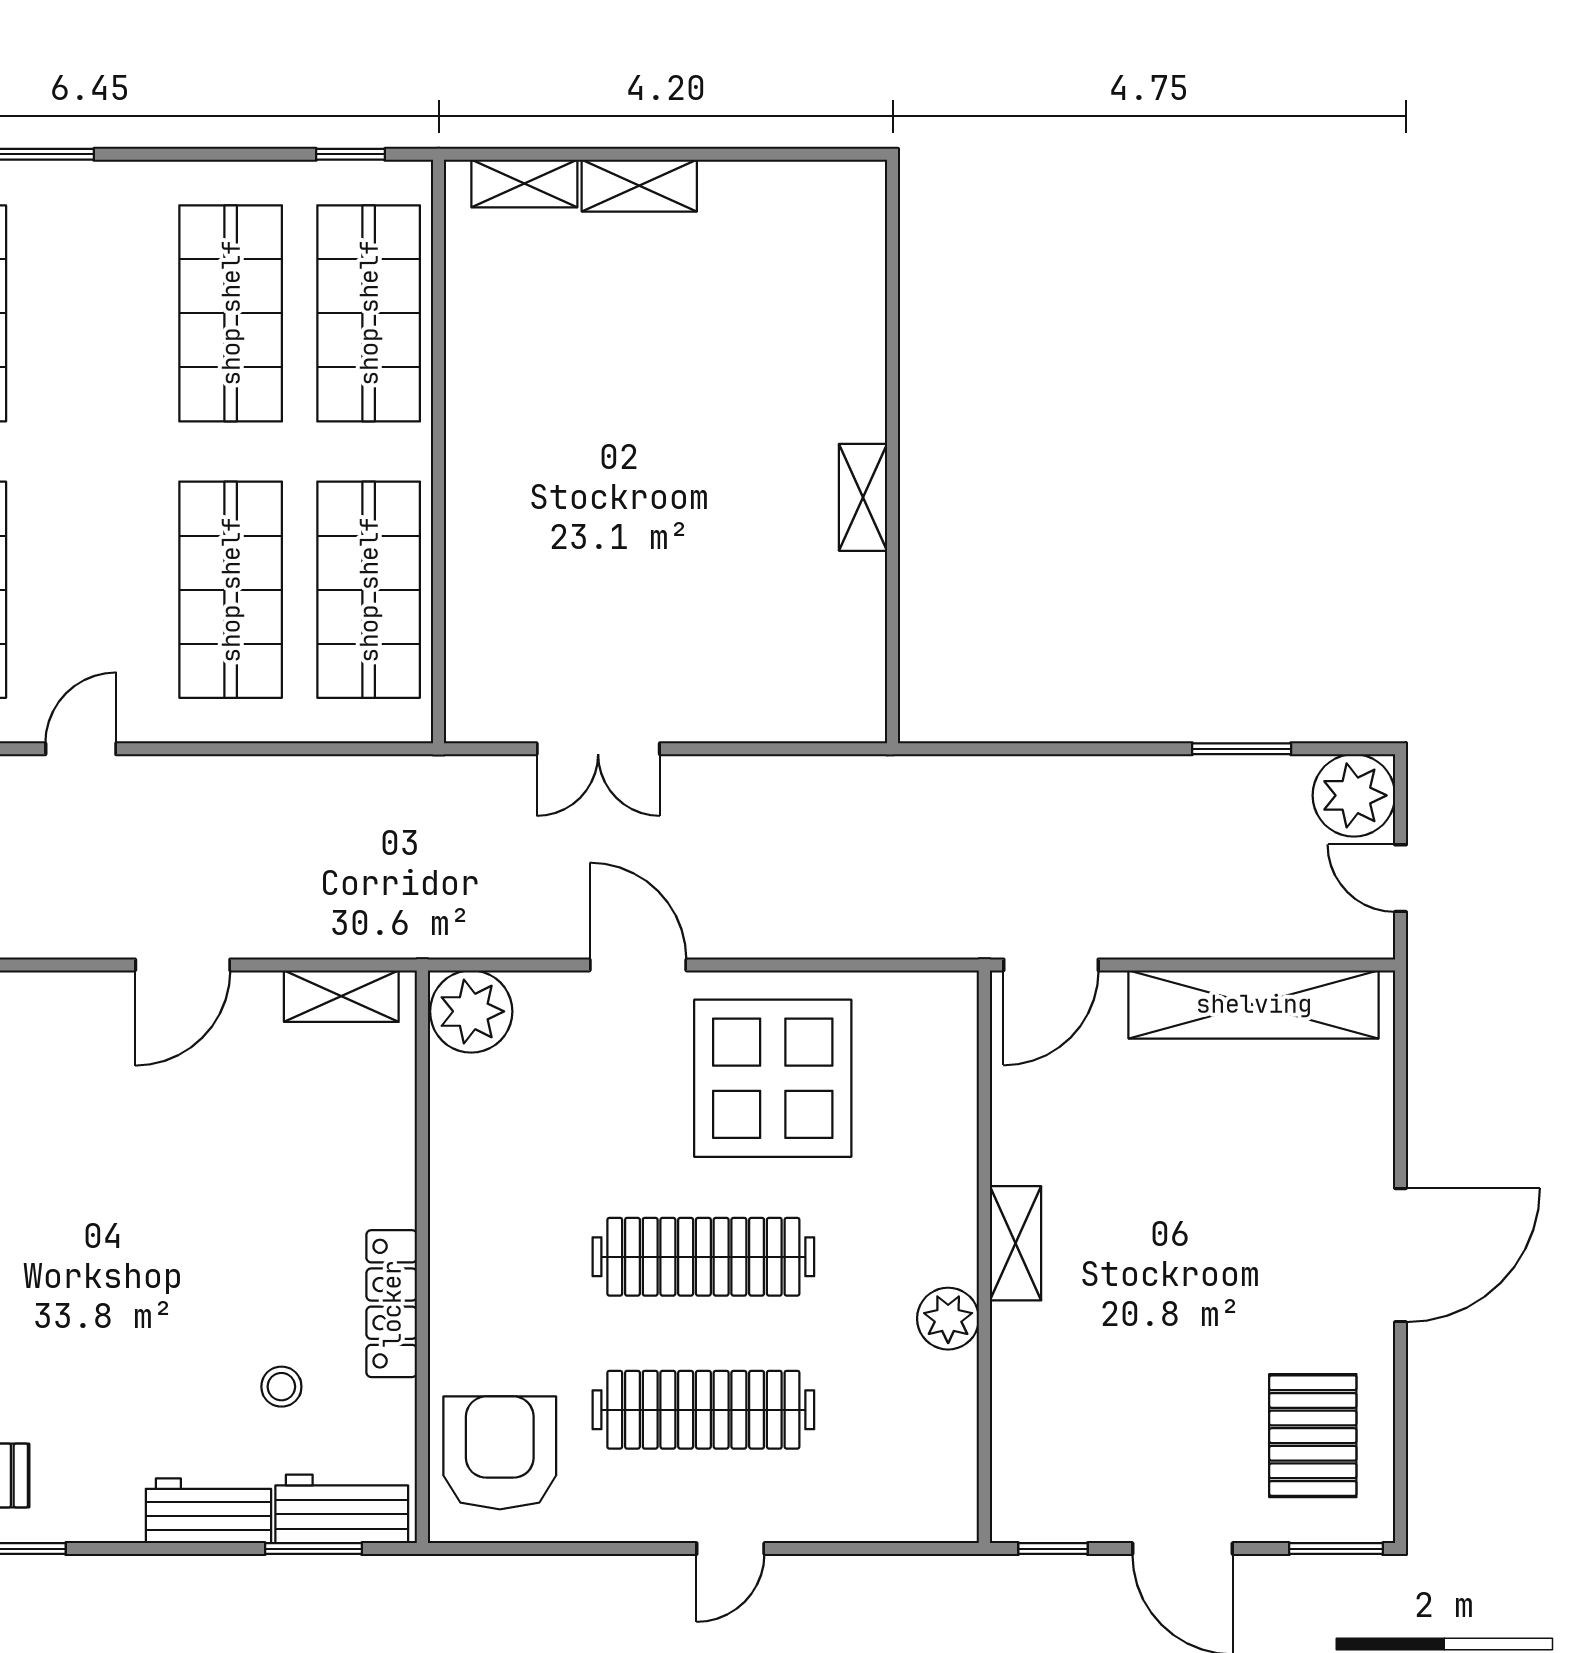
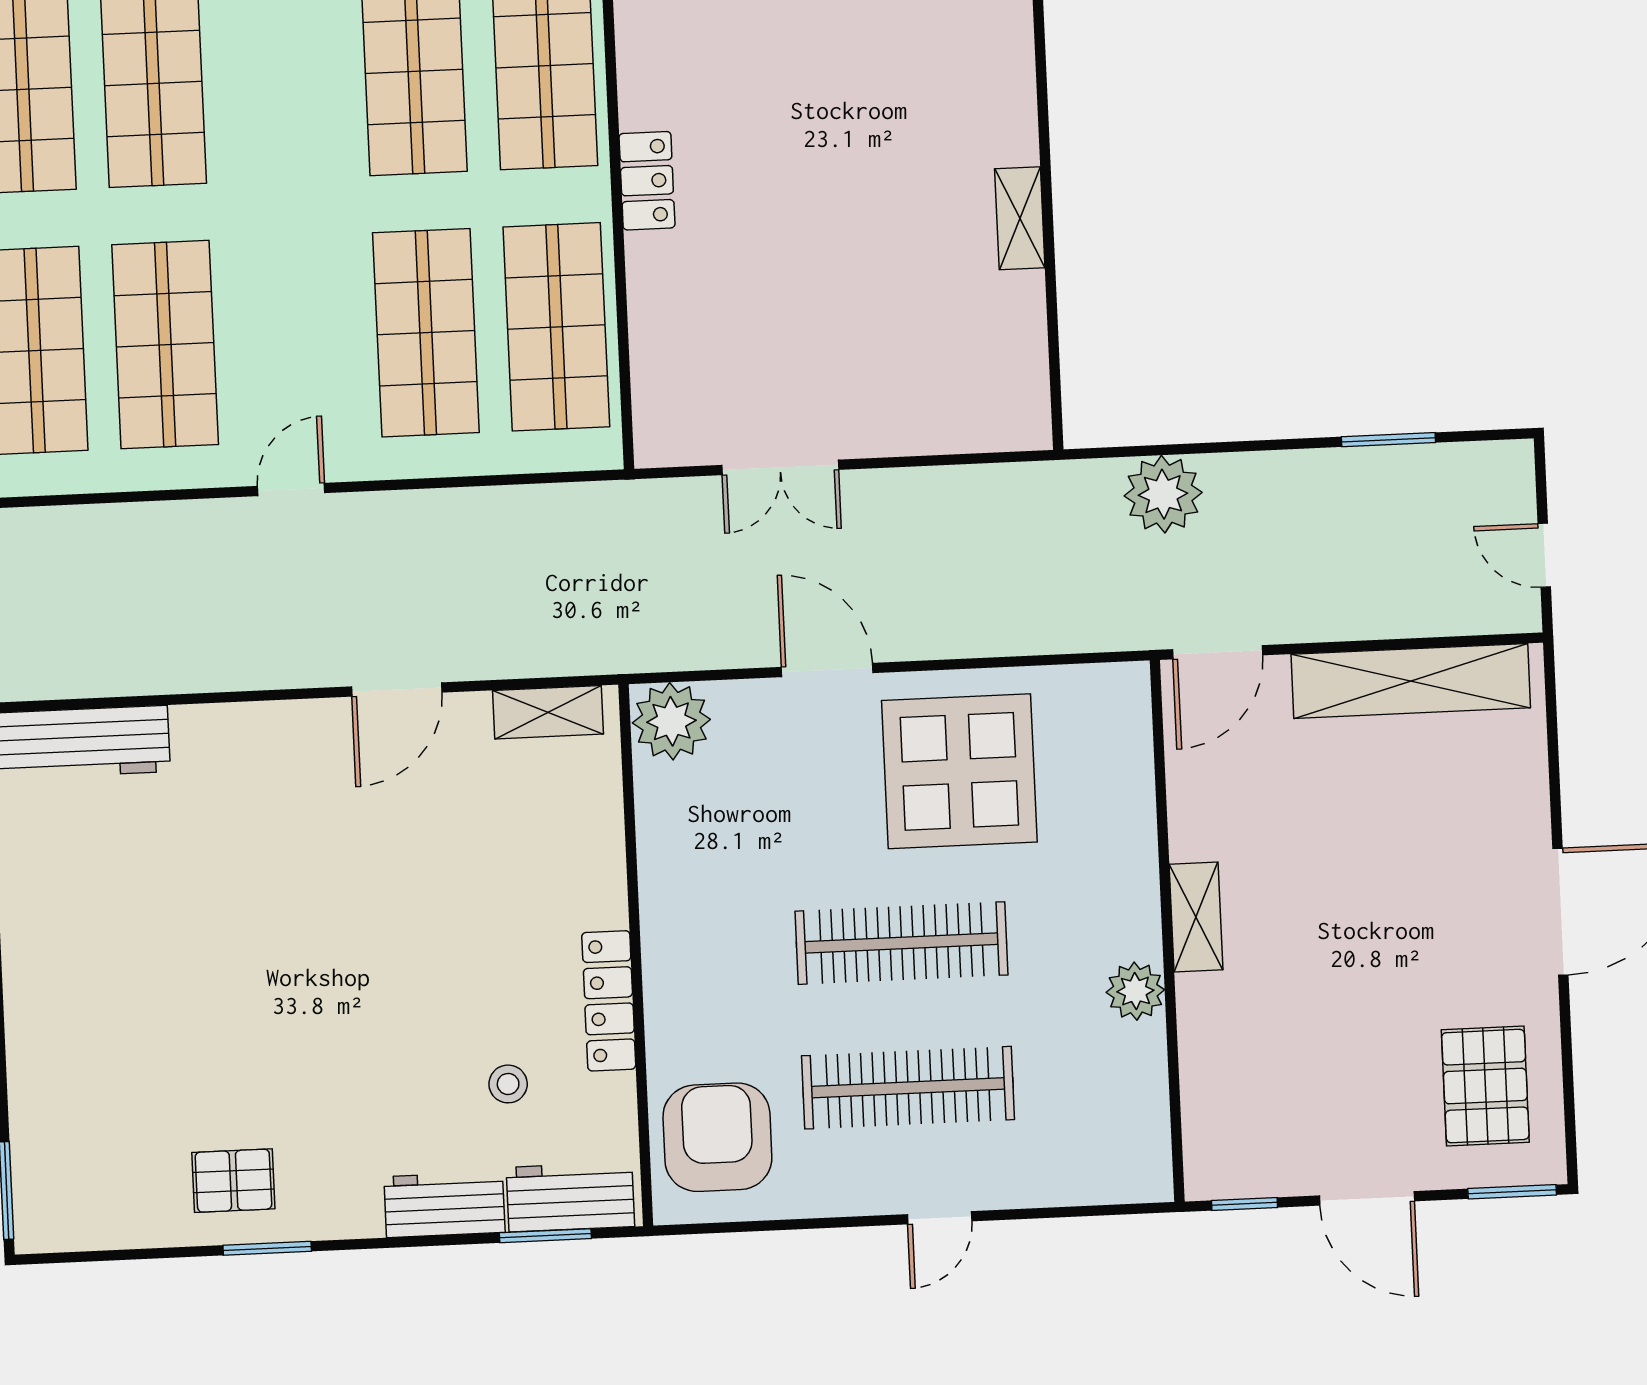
locker: (471, 440) -> (647, 181), added
plant: (1354, 795) -> (1163, 494), moved

